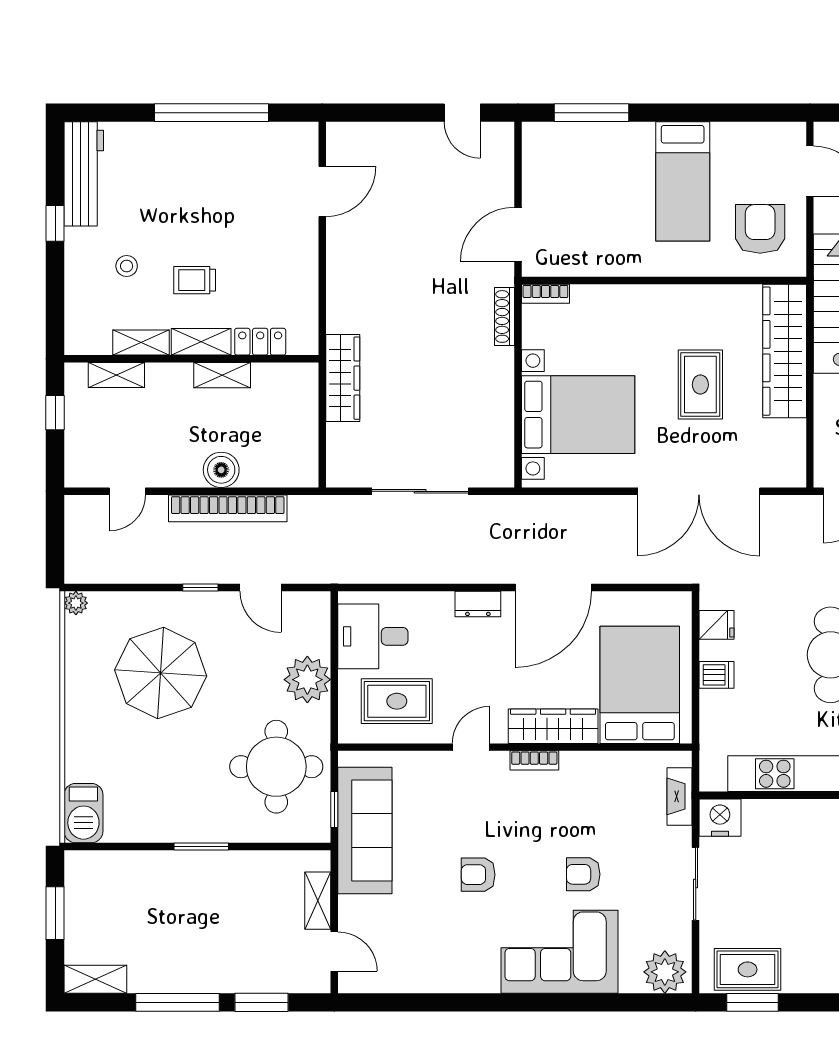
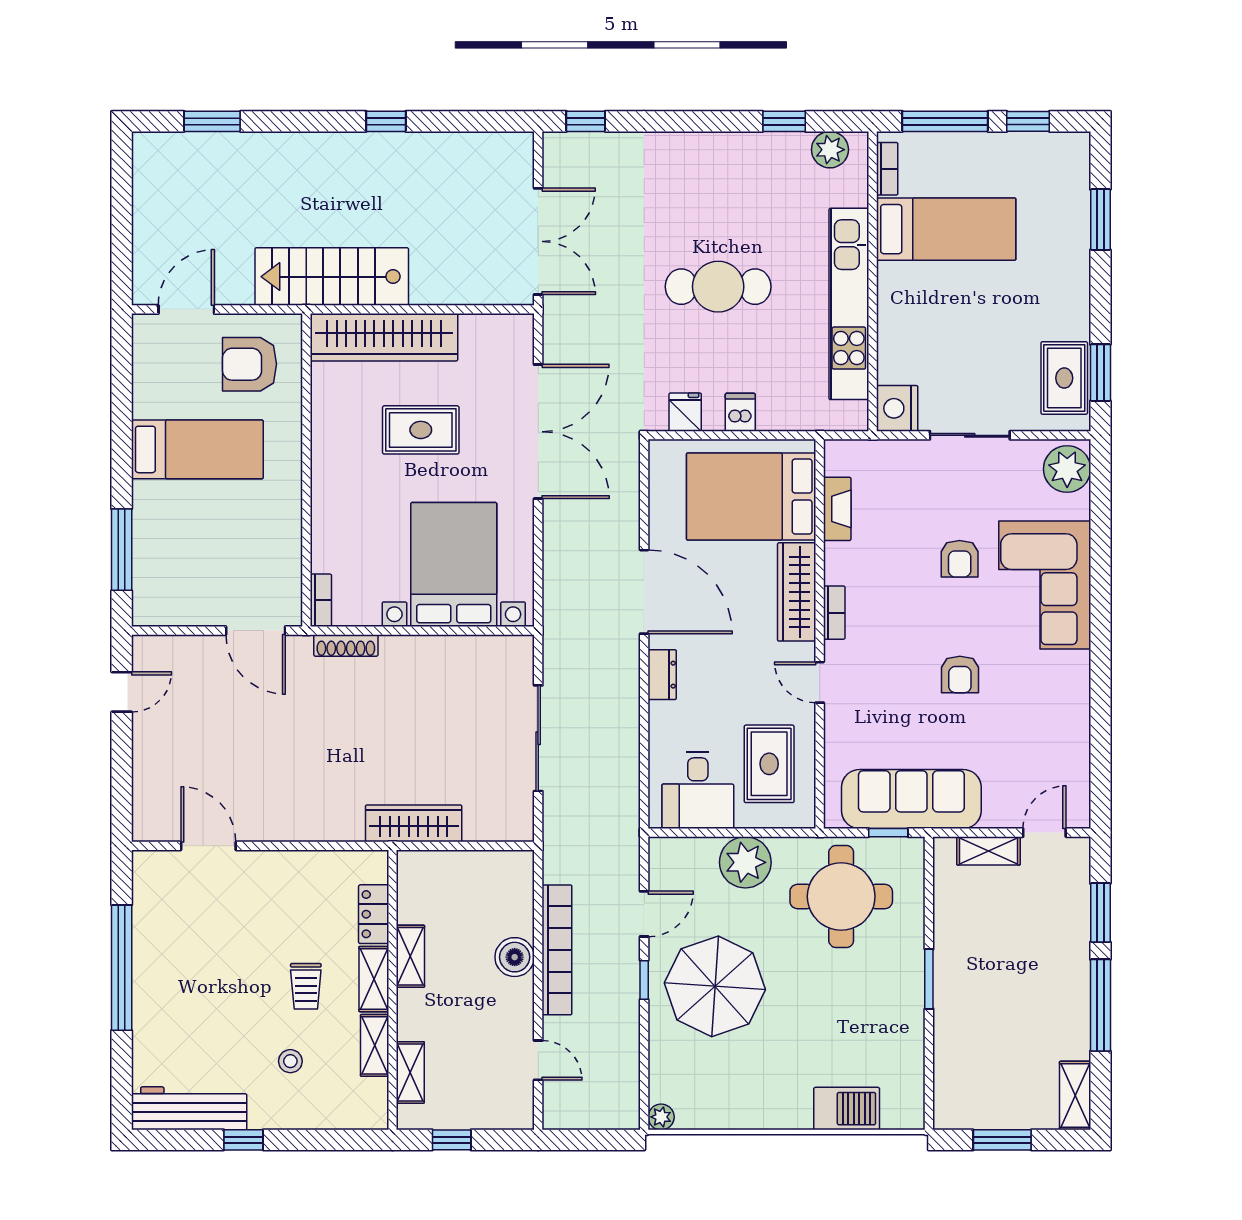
parasol: (161, 673) -> (715, 986), moved
fireplace: (680, 796) -> (837, 509), moved, turned -90
barbecue: (83, 813) -> (847, 1109), moved

